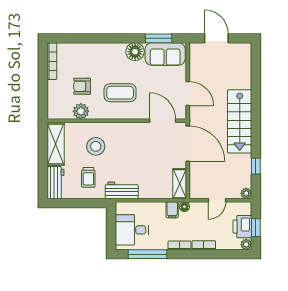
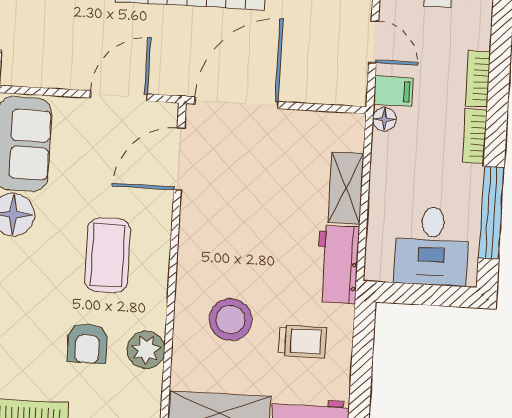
shelving: (180, 184) -> (346, 188), moved, turned 90
filing cabinet: (172, 210) -> (393, 91), moved

